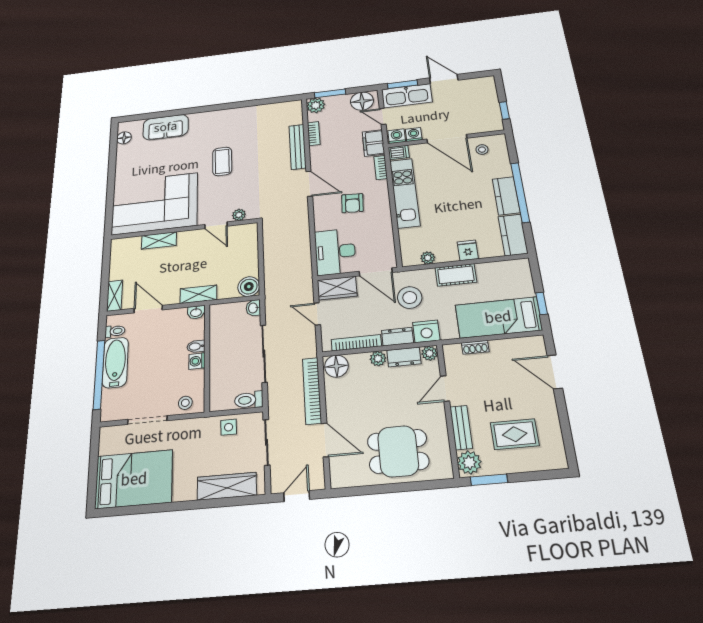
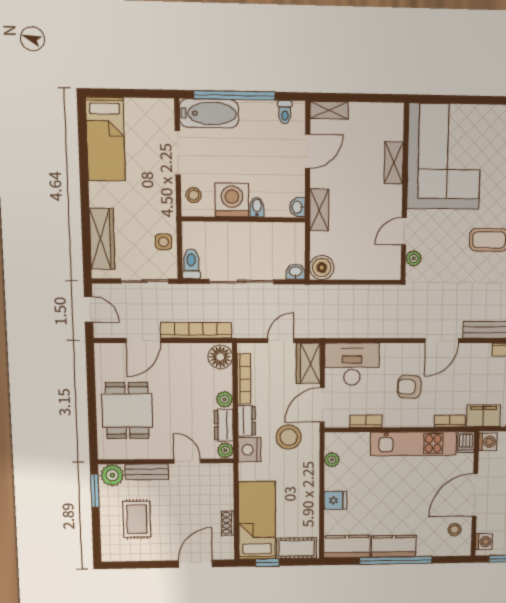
washing machine: (414, 135) -> (484, 542), moved
bookcase: (388, 234) -> (366, 421), added
cot: (456, 275) -> (297, 548), moved, turned 90
shoe rack: (475, 347) -> (228, 523), moved
washing machine: (197, 361) -> (232, 200), width x1.89, depth x1.89
bathtub: (115, 362) -> (209, 113), moved
bed: (134, 479) -> (105, 139), width x0.67

